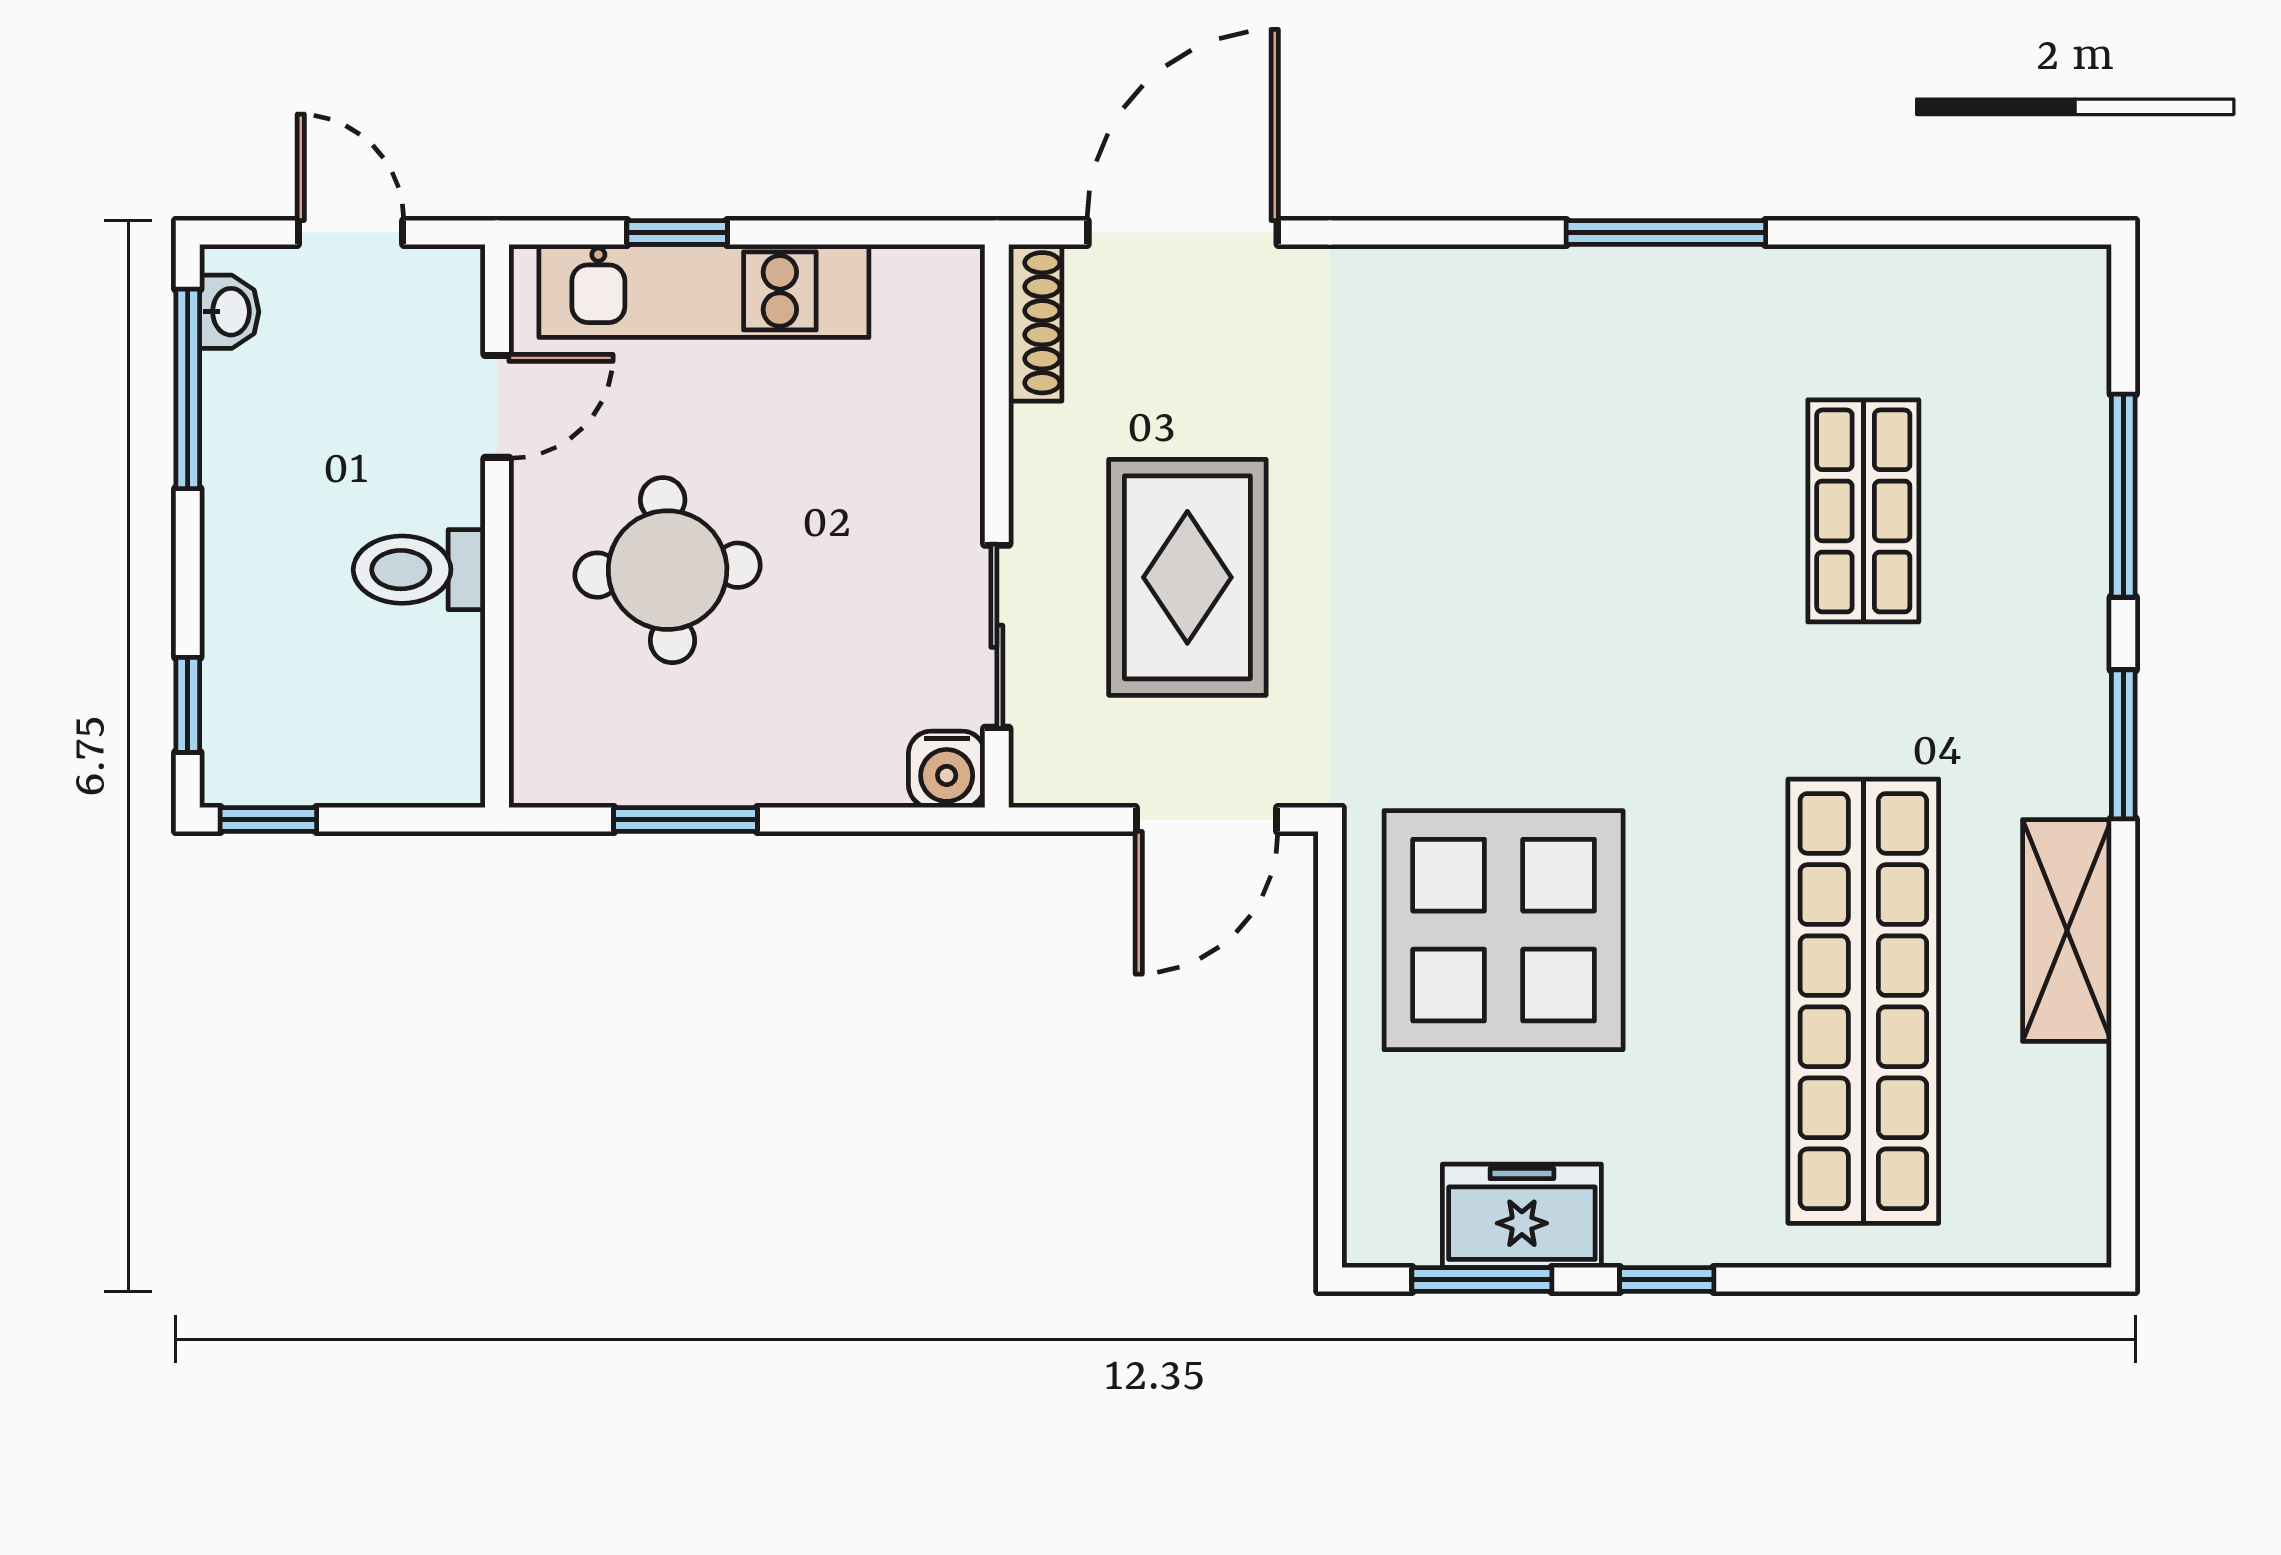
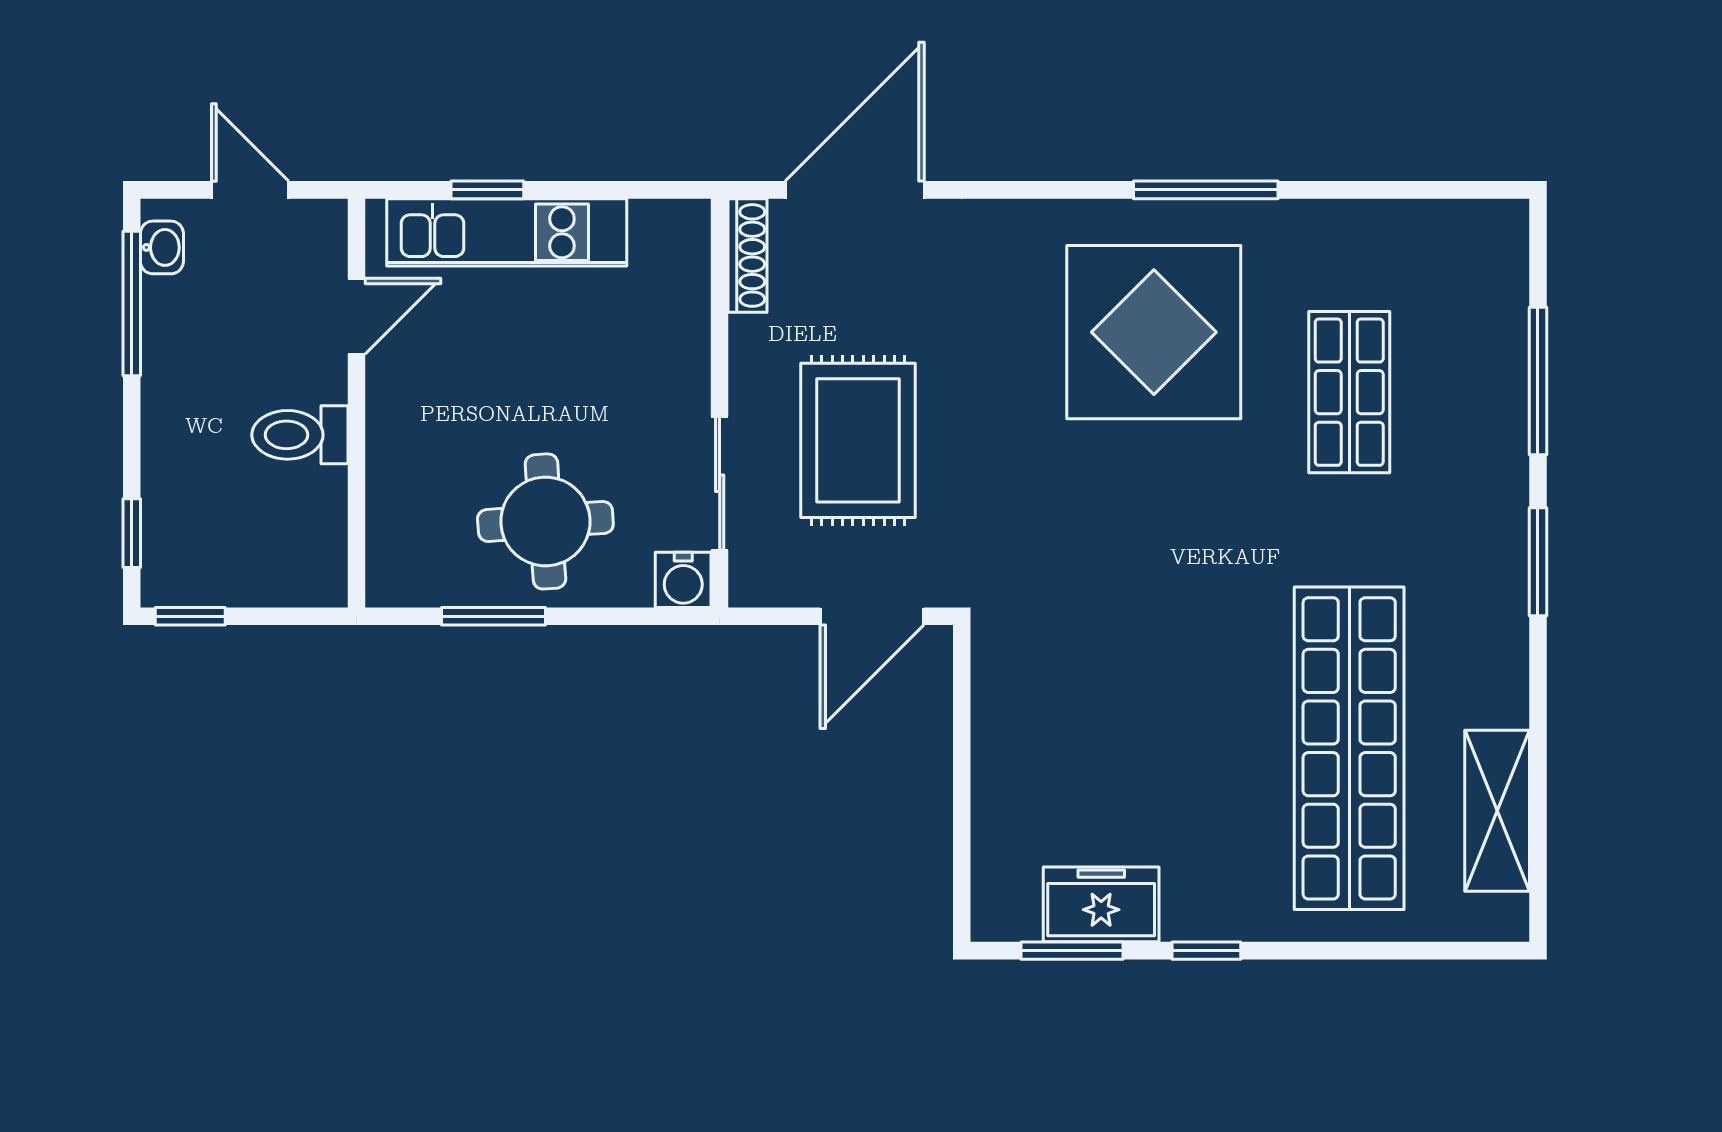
round table: (668, 570) -> (545, 521), moved
display table: (1504, 930) -> (1154, 332), moved
shelving: (2067, 930) -> (1497, 811), moved

